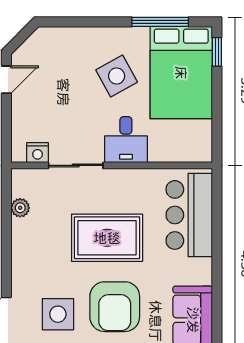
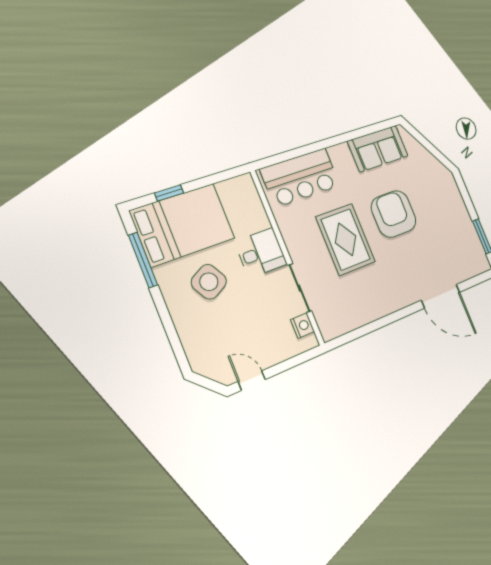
window: (217, 52) -> (169, 193), moved
plant: (20, 208) -> (352, 322), removed
armchair: (115, 307) -> (394, 214), turned -90
side table: (58, 314) -> (418, 257), removed

